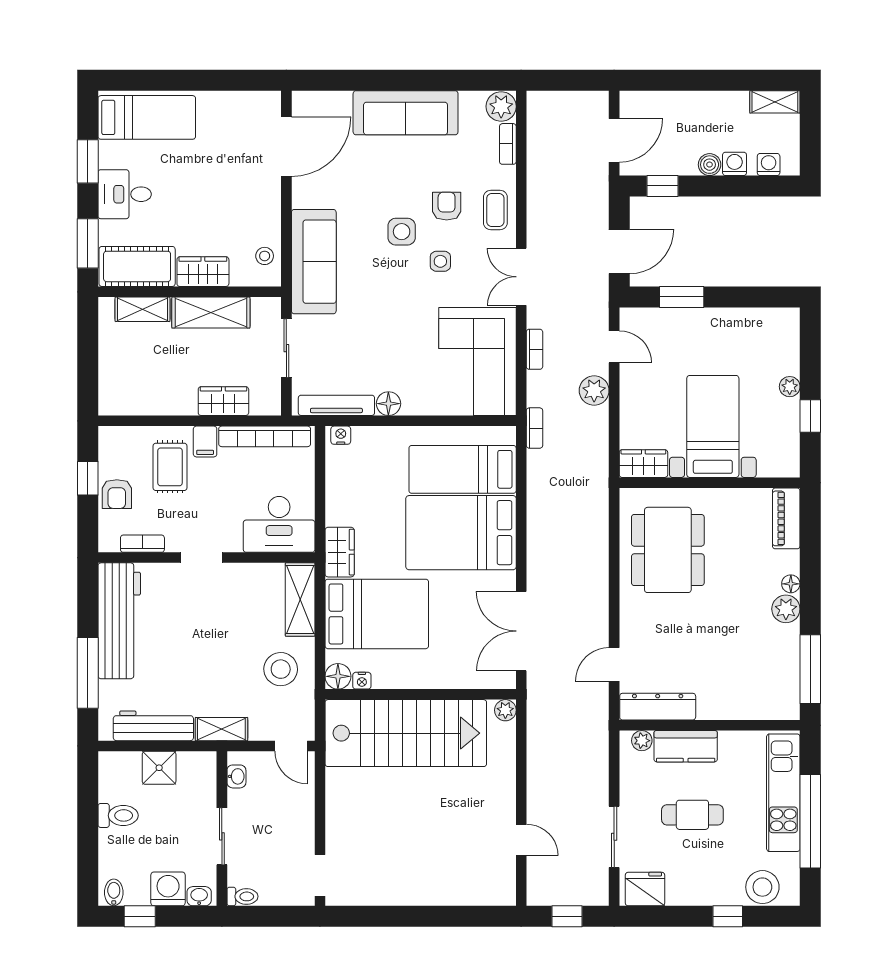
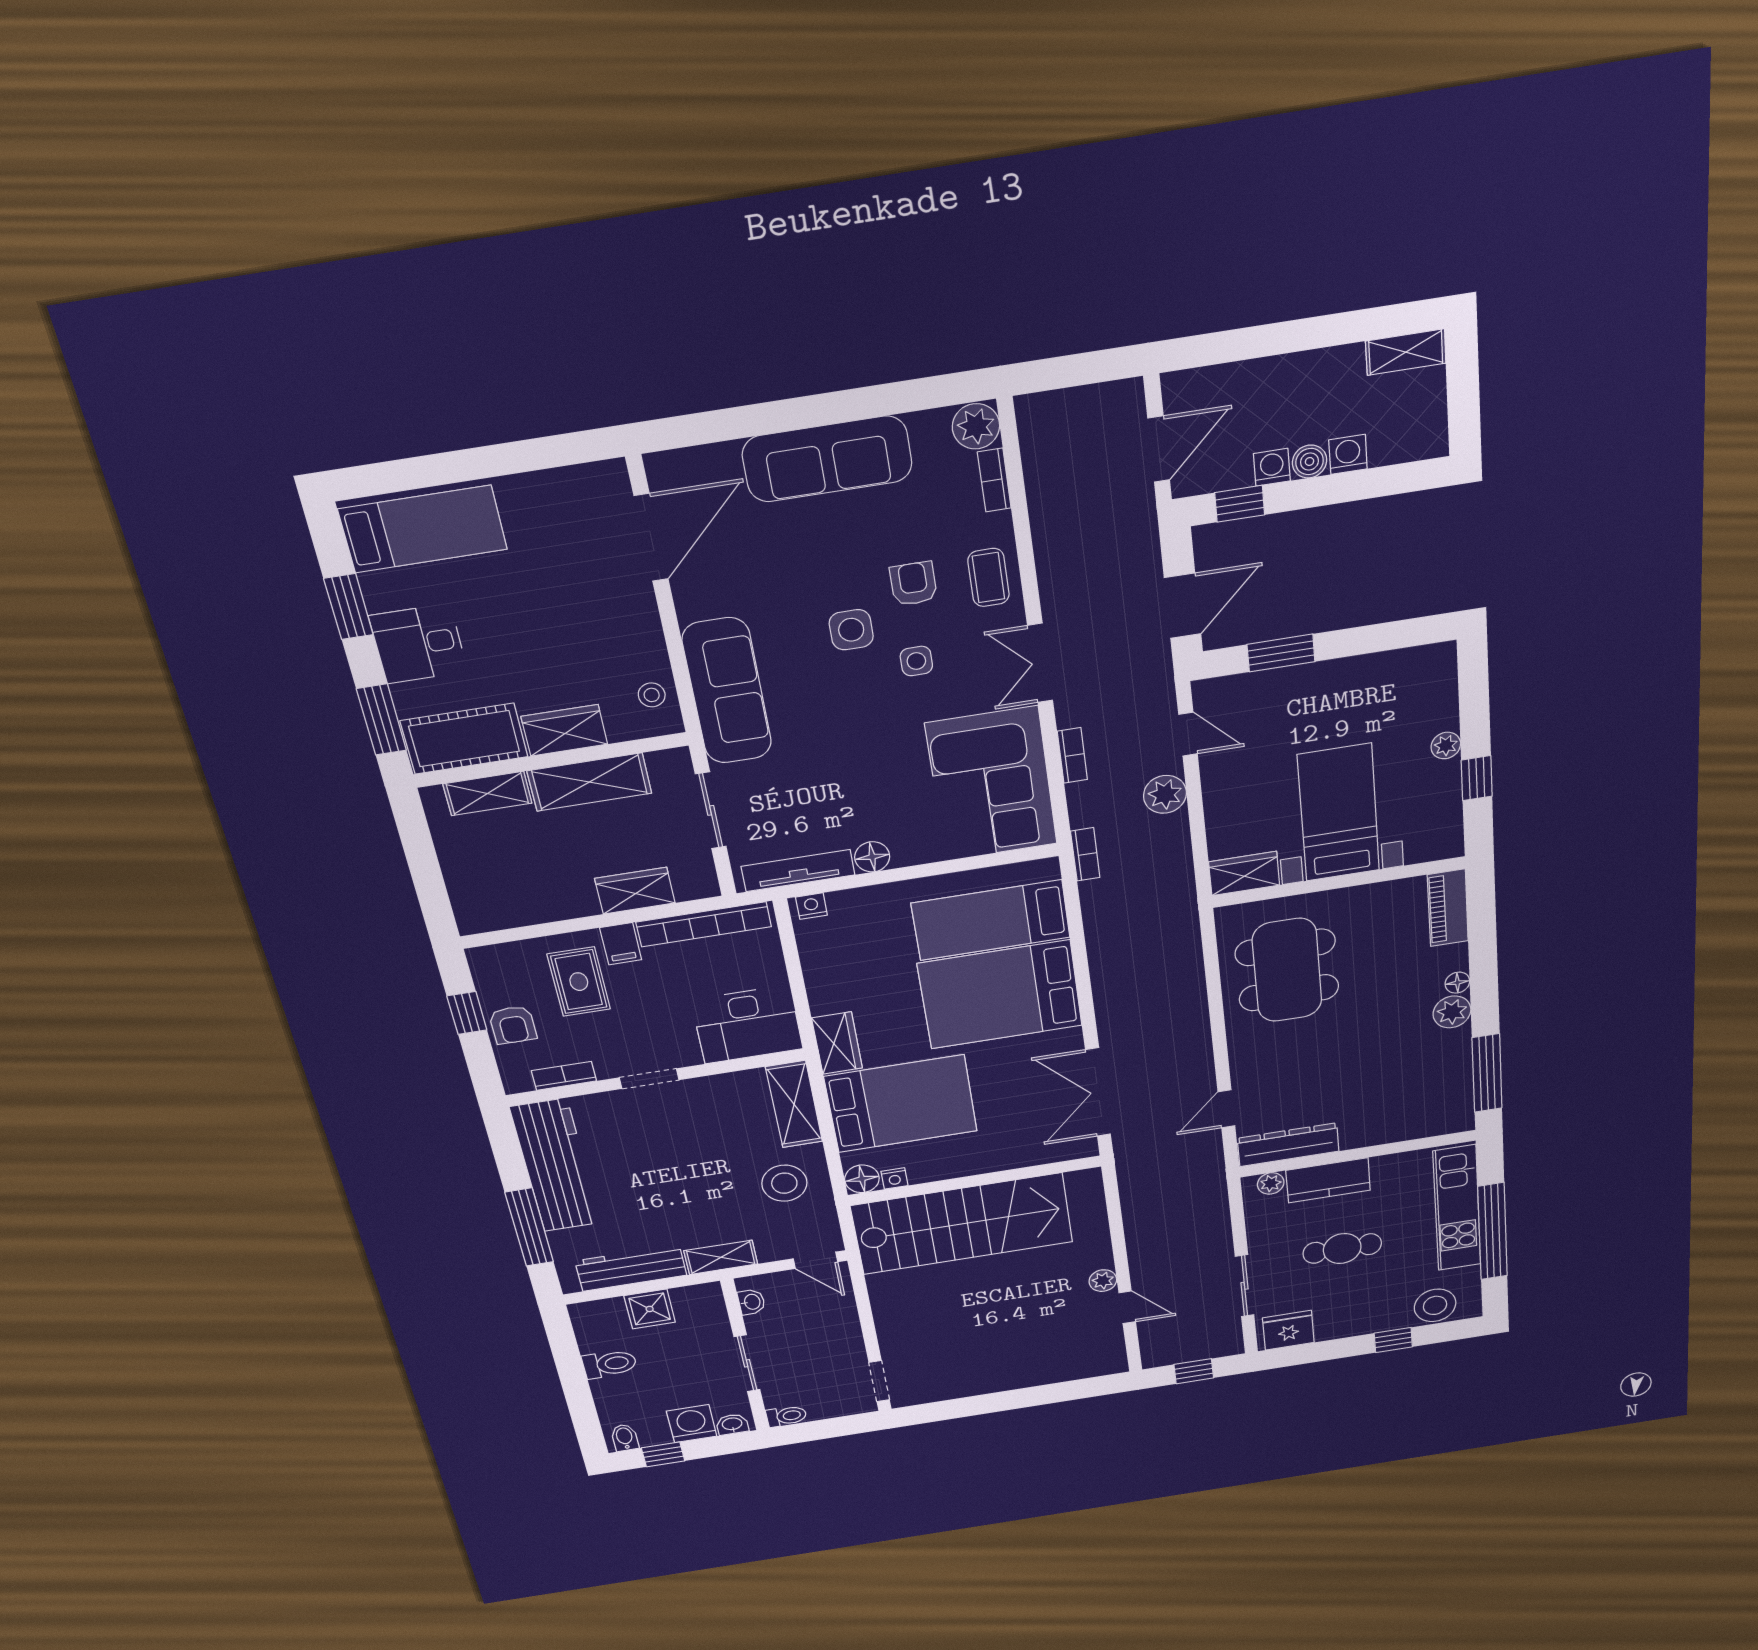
washing machine: (769, 164) -> (1272, 467), moved
plant: (505, 710) -> (1103, 1281), moved

